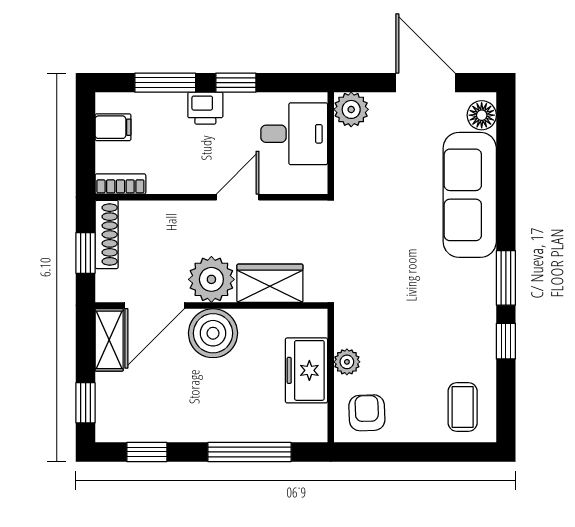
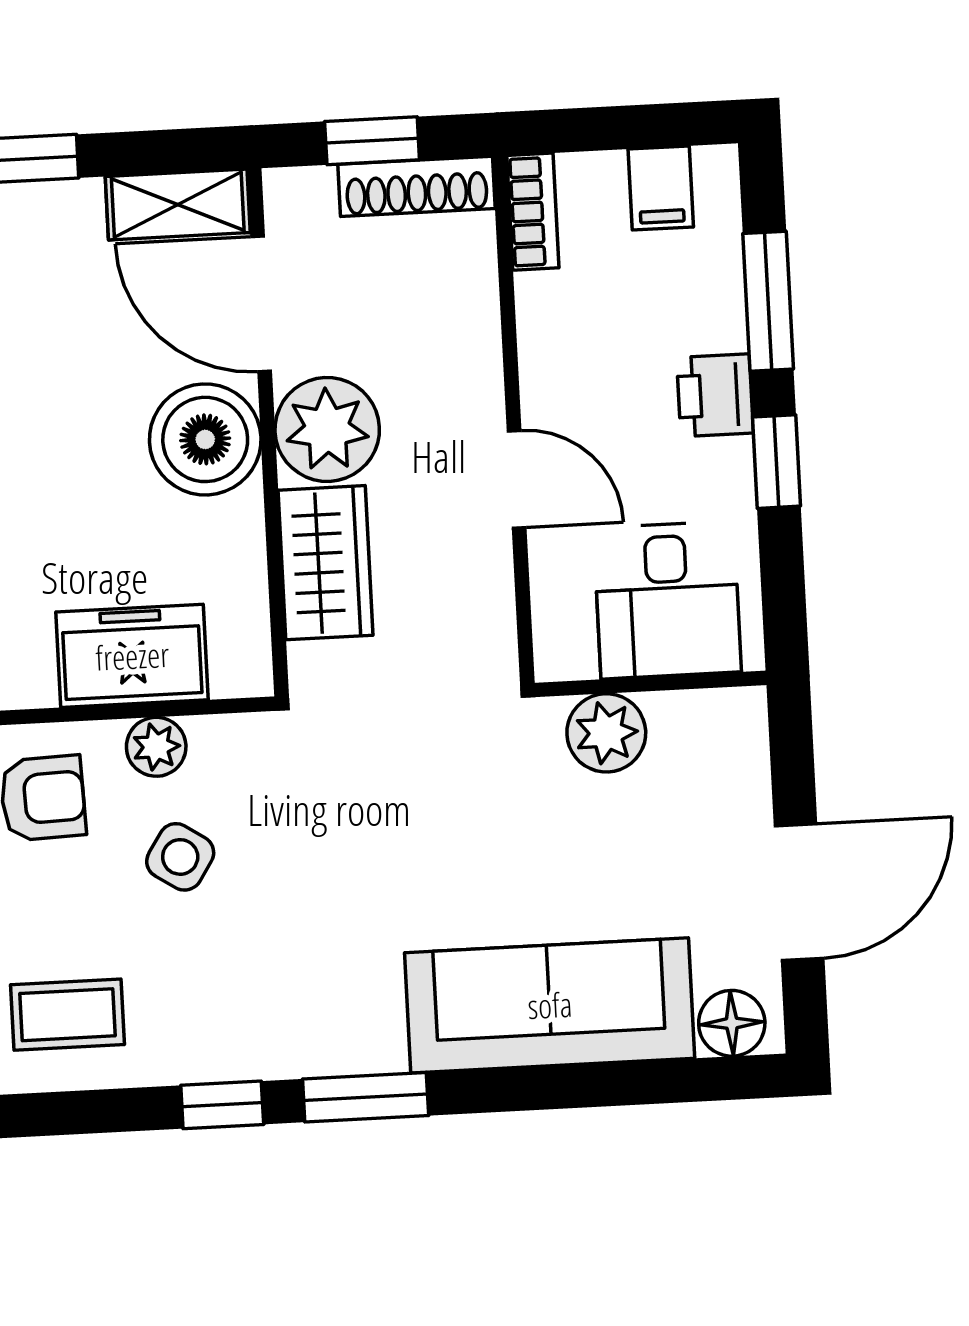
plant: (351, 109) -> (606, 733), moved
side table: (396, 354) -> (180, 857), added

